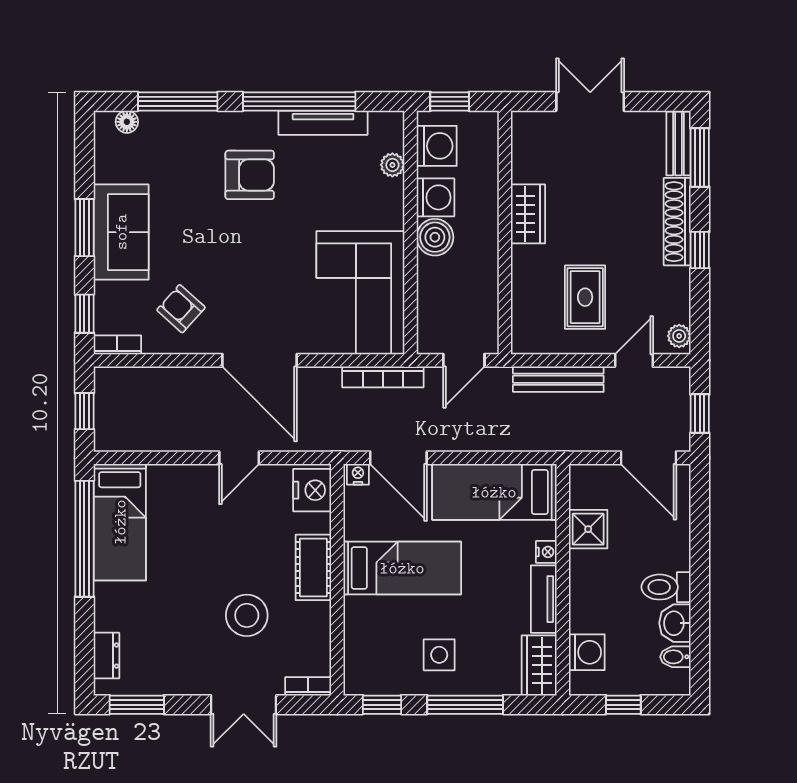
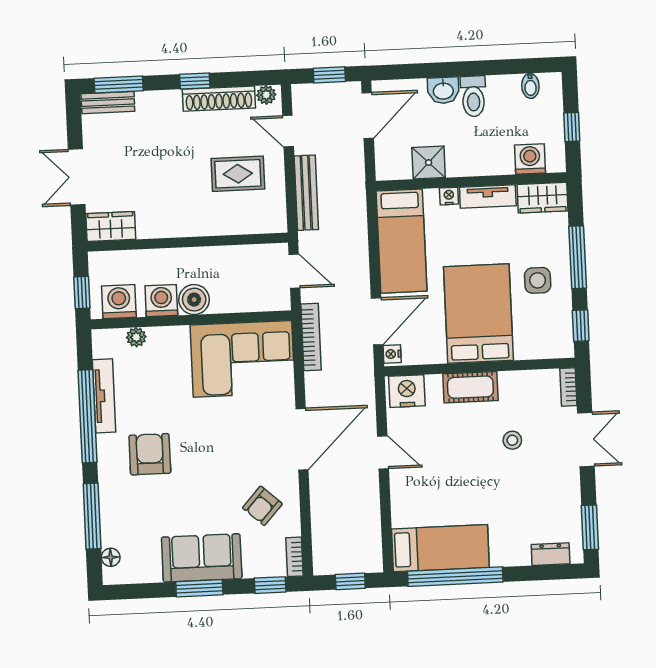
wardrobe: (528, 214) -> (111, 227), moved
shoe rack: (677, 222) -> (219, 99), moved
bed: (402, 568) -> (478, 314), width x1.50
stool: (247, 615) -> (512, 440), width x0.53, depth x0.53
washbasin: (675, 623) -> (443, 90), moved

